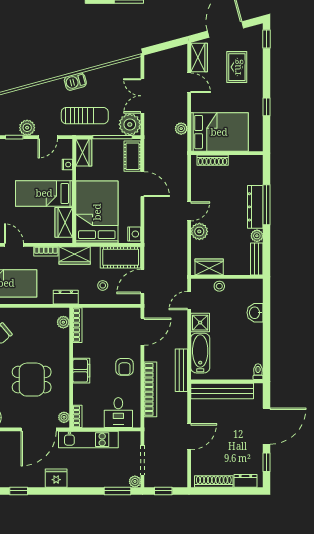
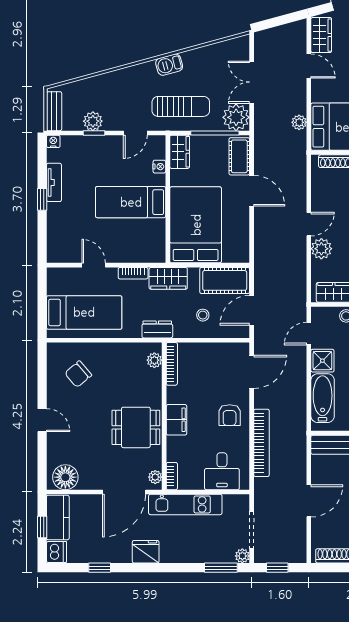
plant: (27, 128) -> (93, 121), moved
wardrobe: (64, 222) -> (155, 238), removed
nightstand: (134, 234) -> (242, 252), removed
bench: (181, 370) -> (299, 419), removed
dining table: (32, 380) -> (136, 427), moved

